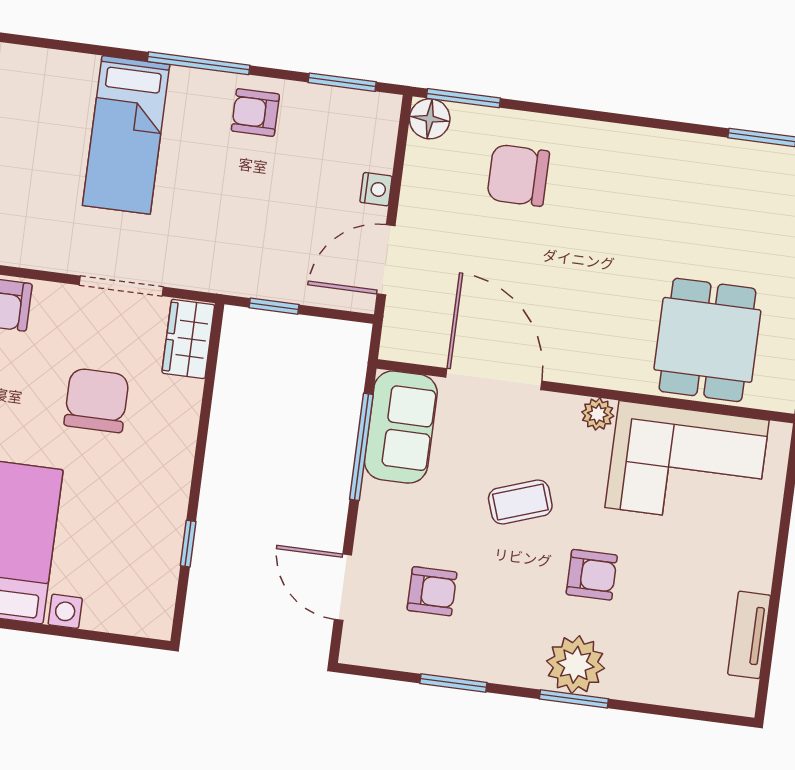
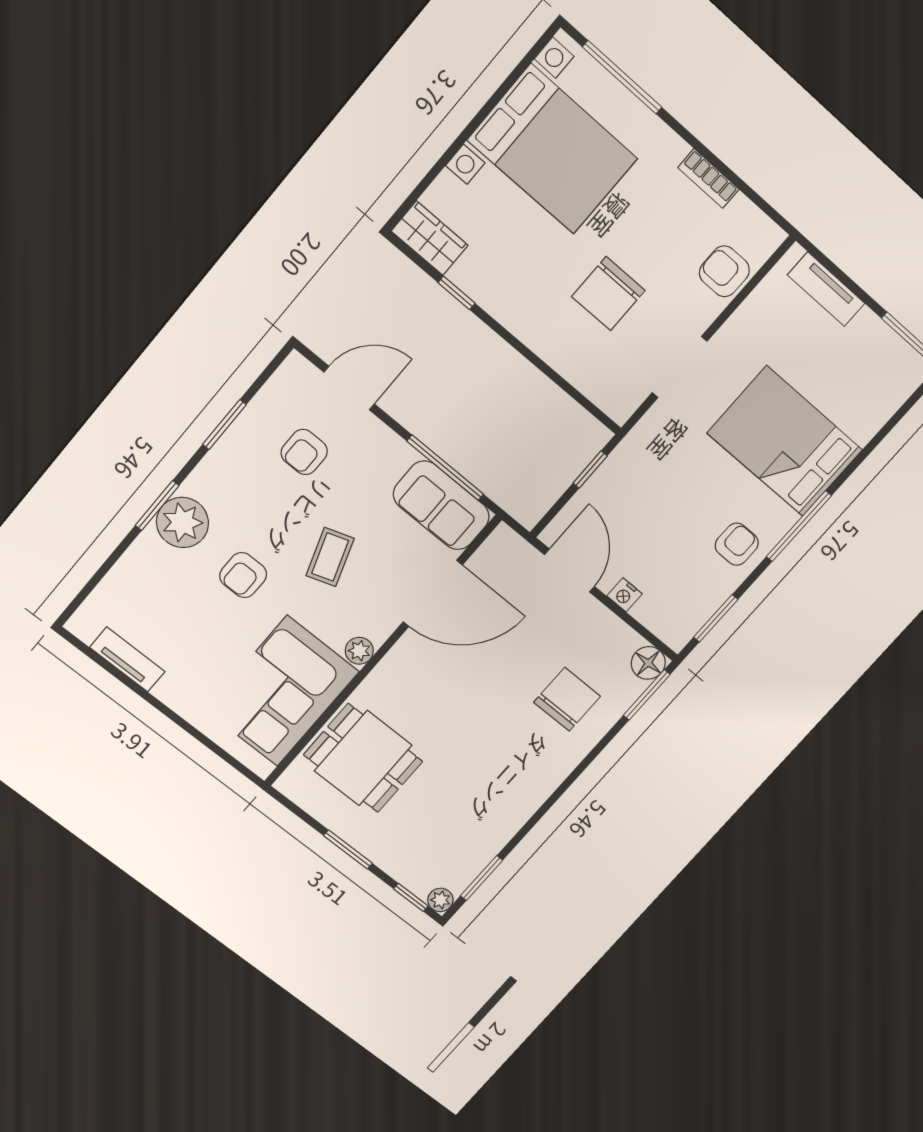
bed: (126, 135) -> (785, 442), width x1.50
wardrobe: (188, 339) -> (430, 238), moved
chair: (97, 400) -> (608, 294), turned 90

